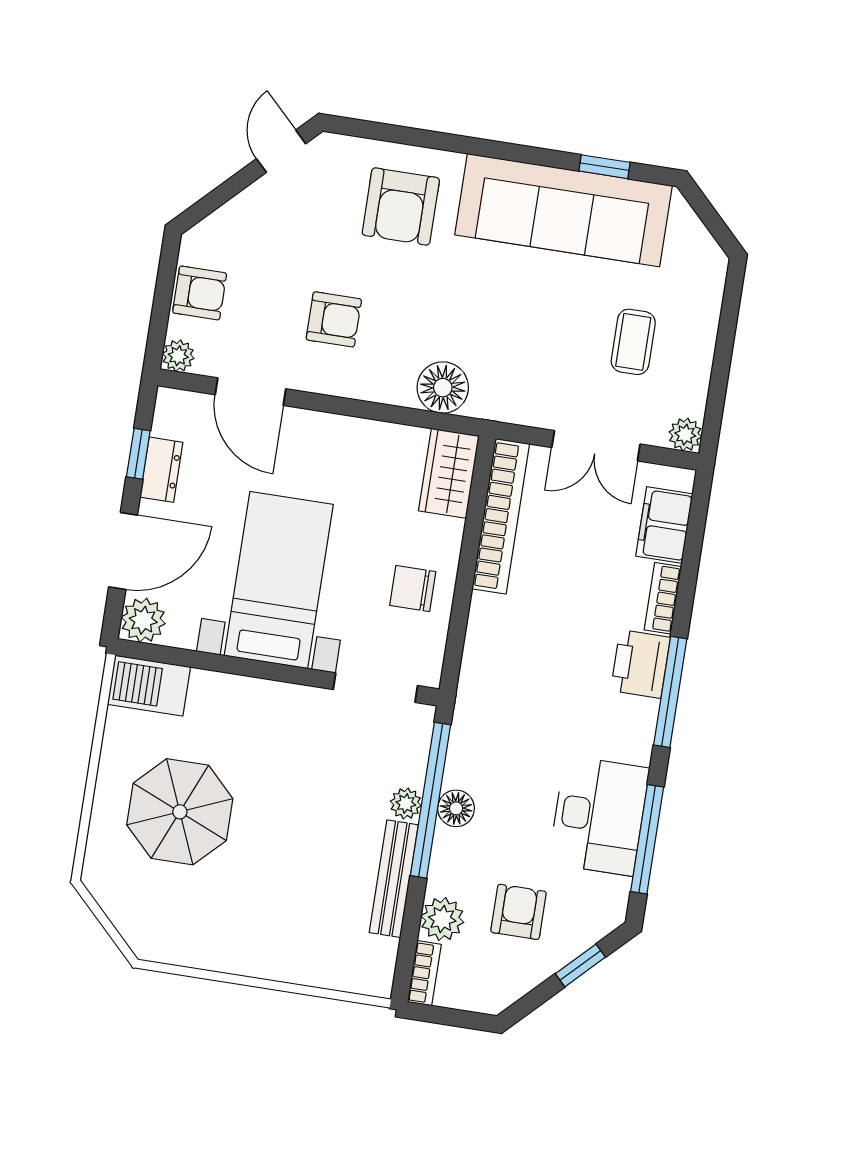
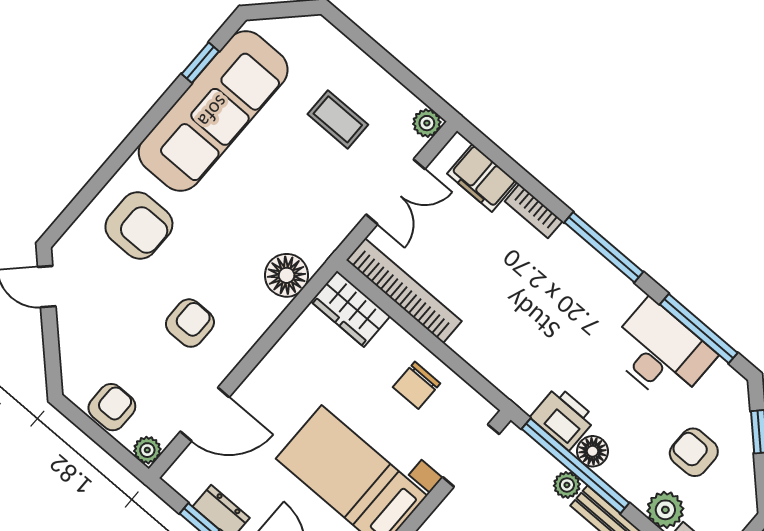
printer: (640, 664) -> (563, 418), moved, turned 180

